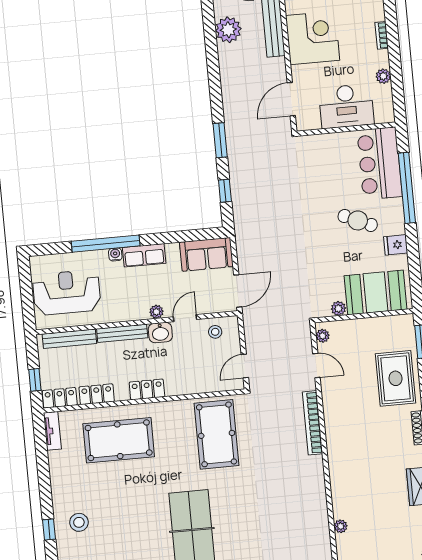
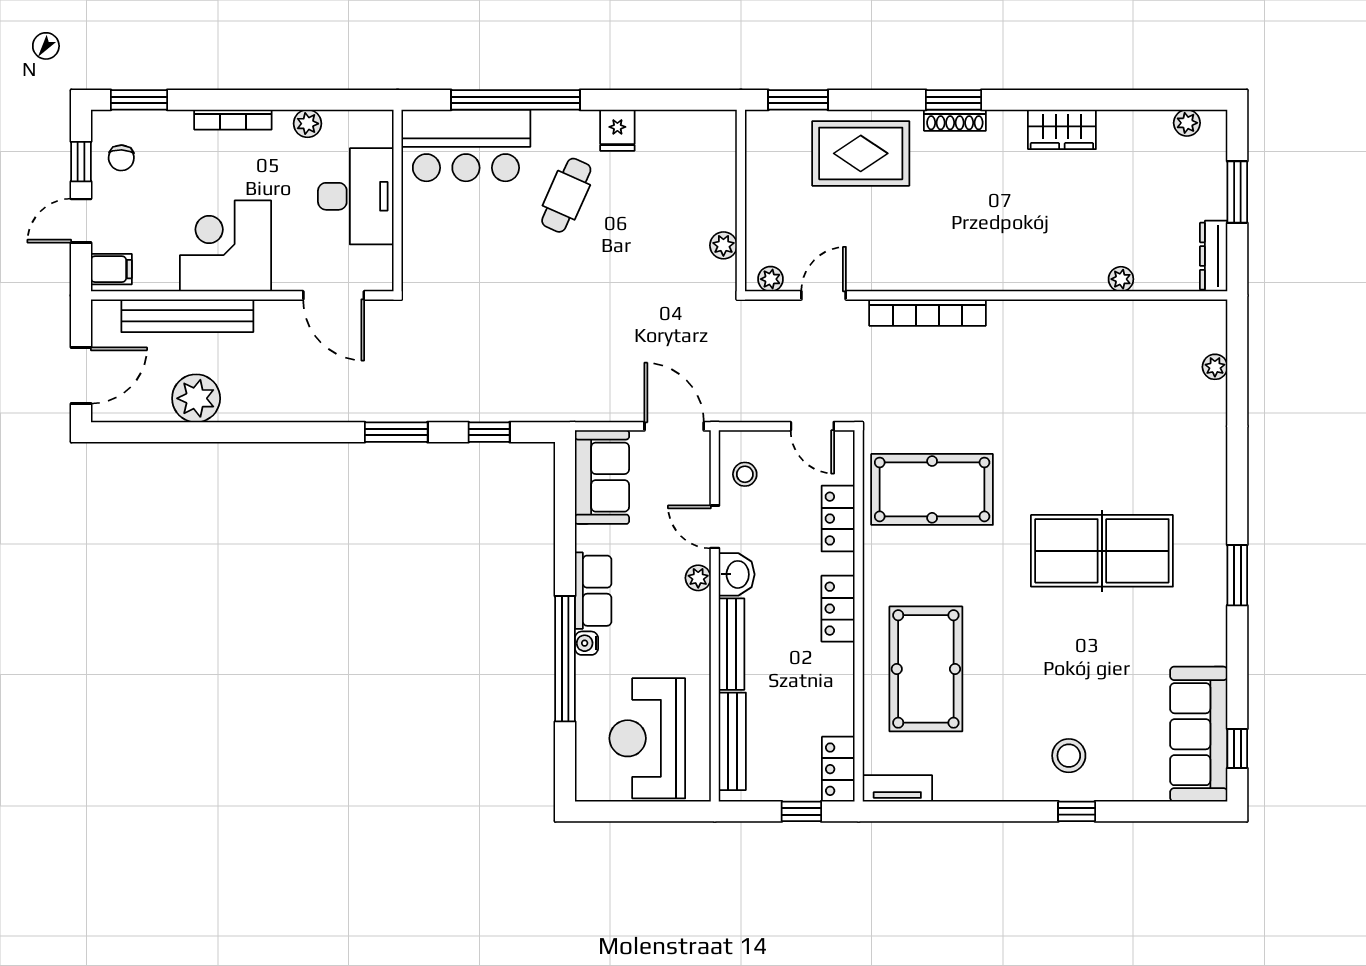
bookcase: (382, 35) -> (233, 120), width x1.56
booth: (376, 292) -> (701, 175), removed
locker: (97, 394) -> (838, 519), moved

